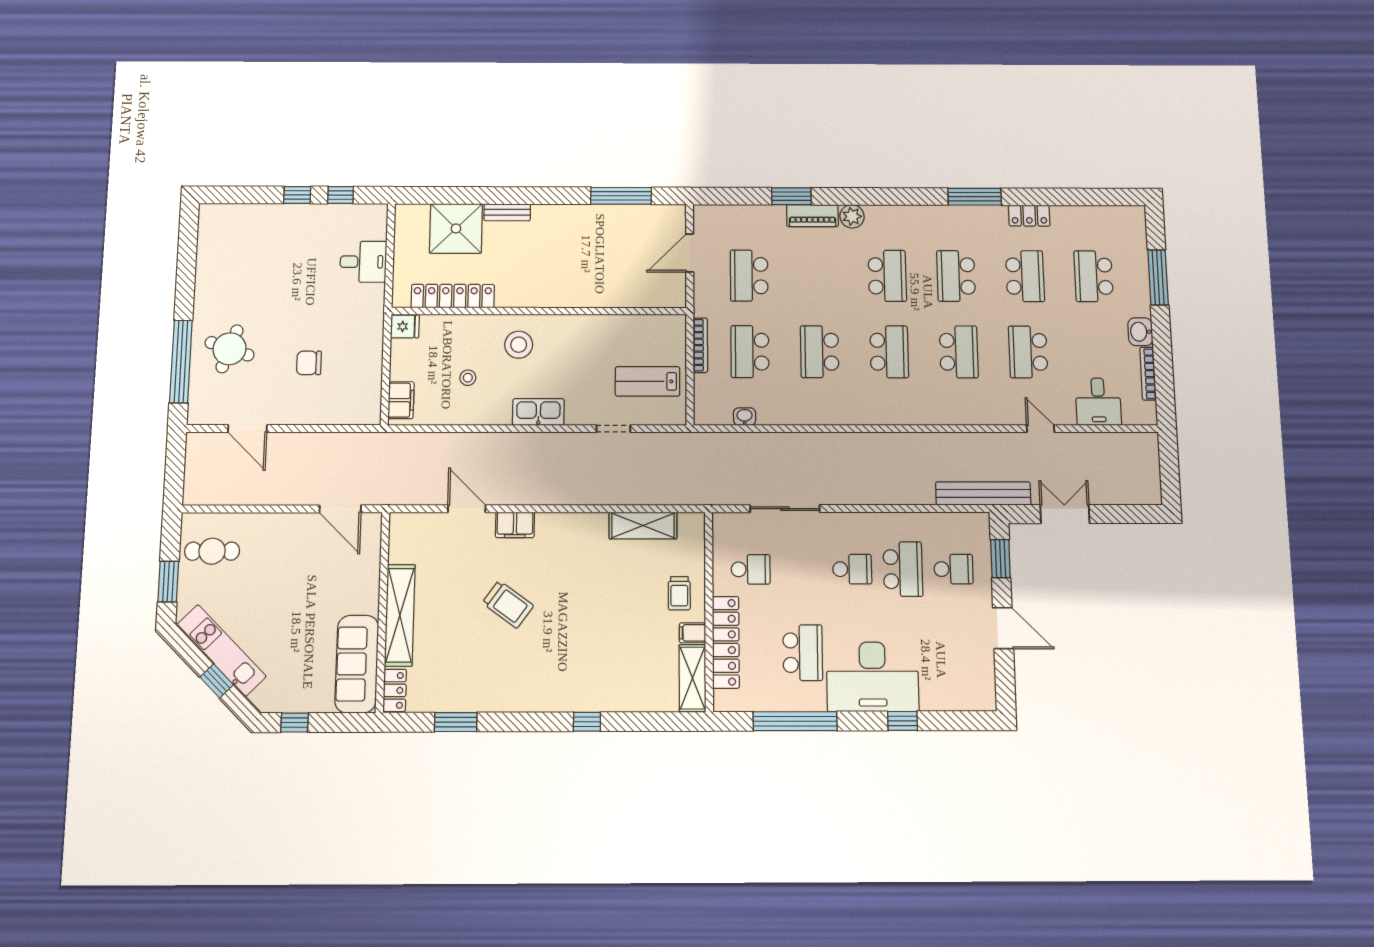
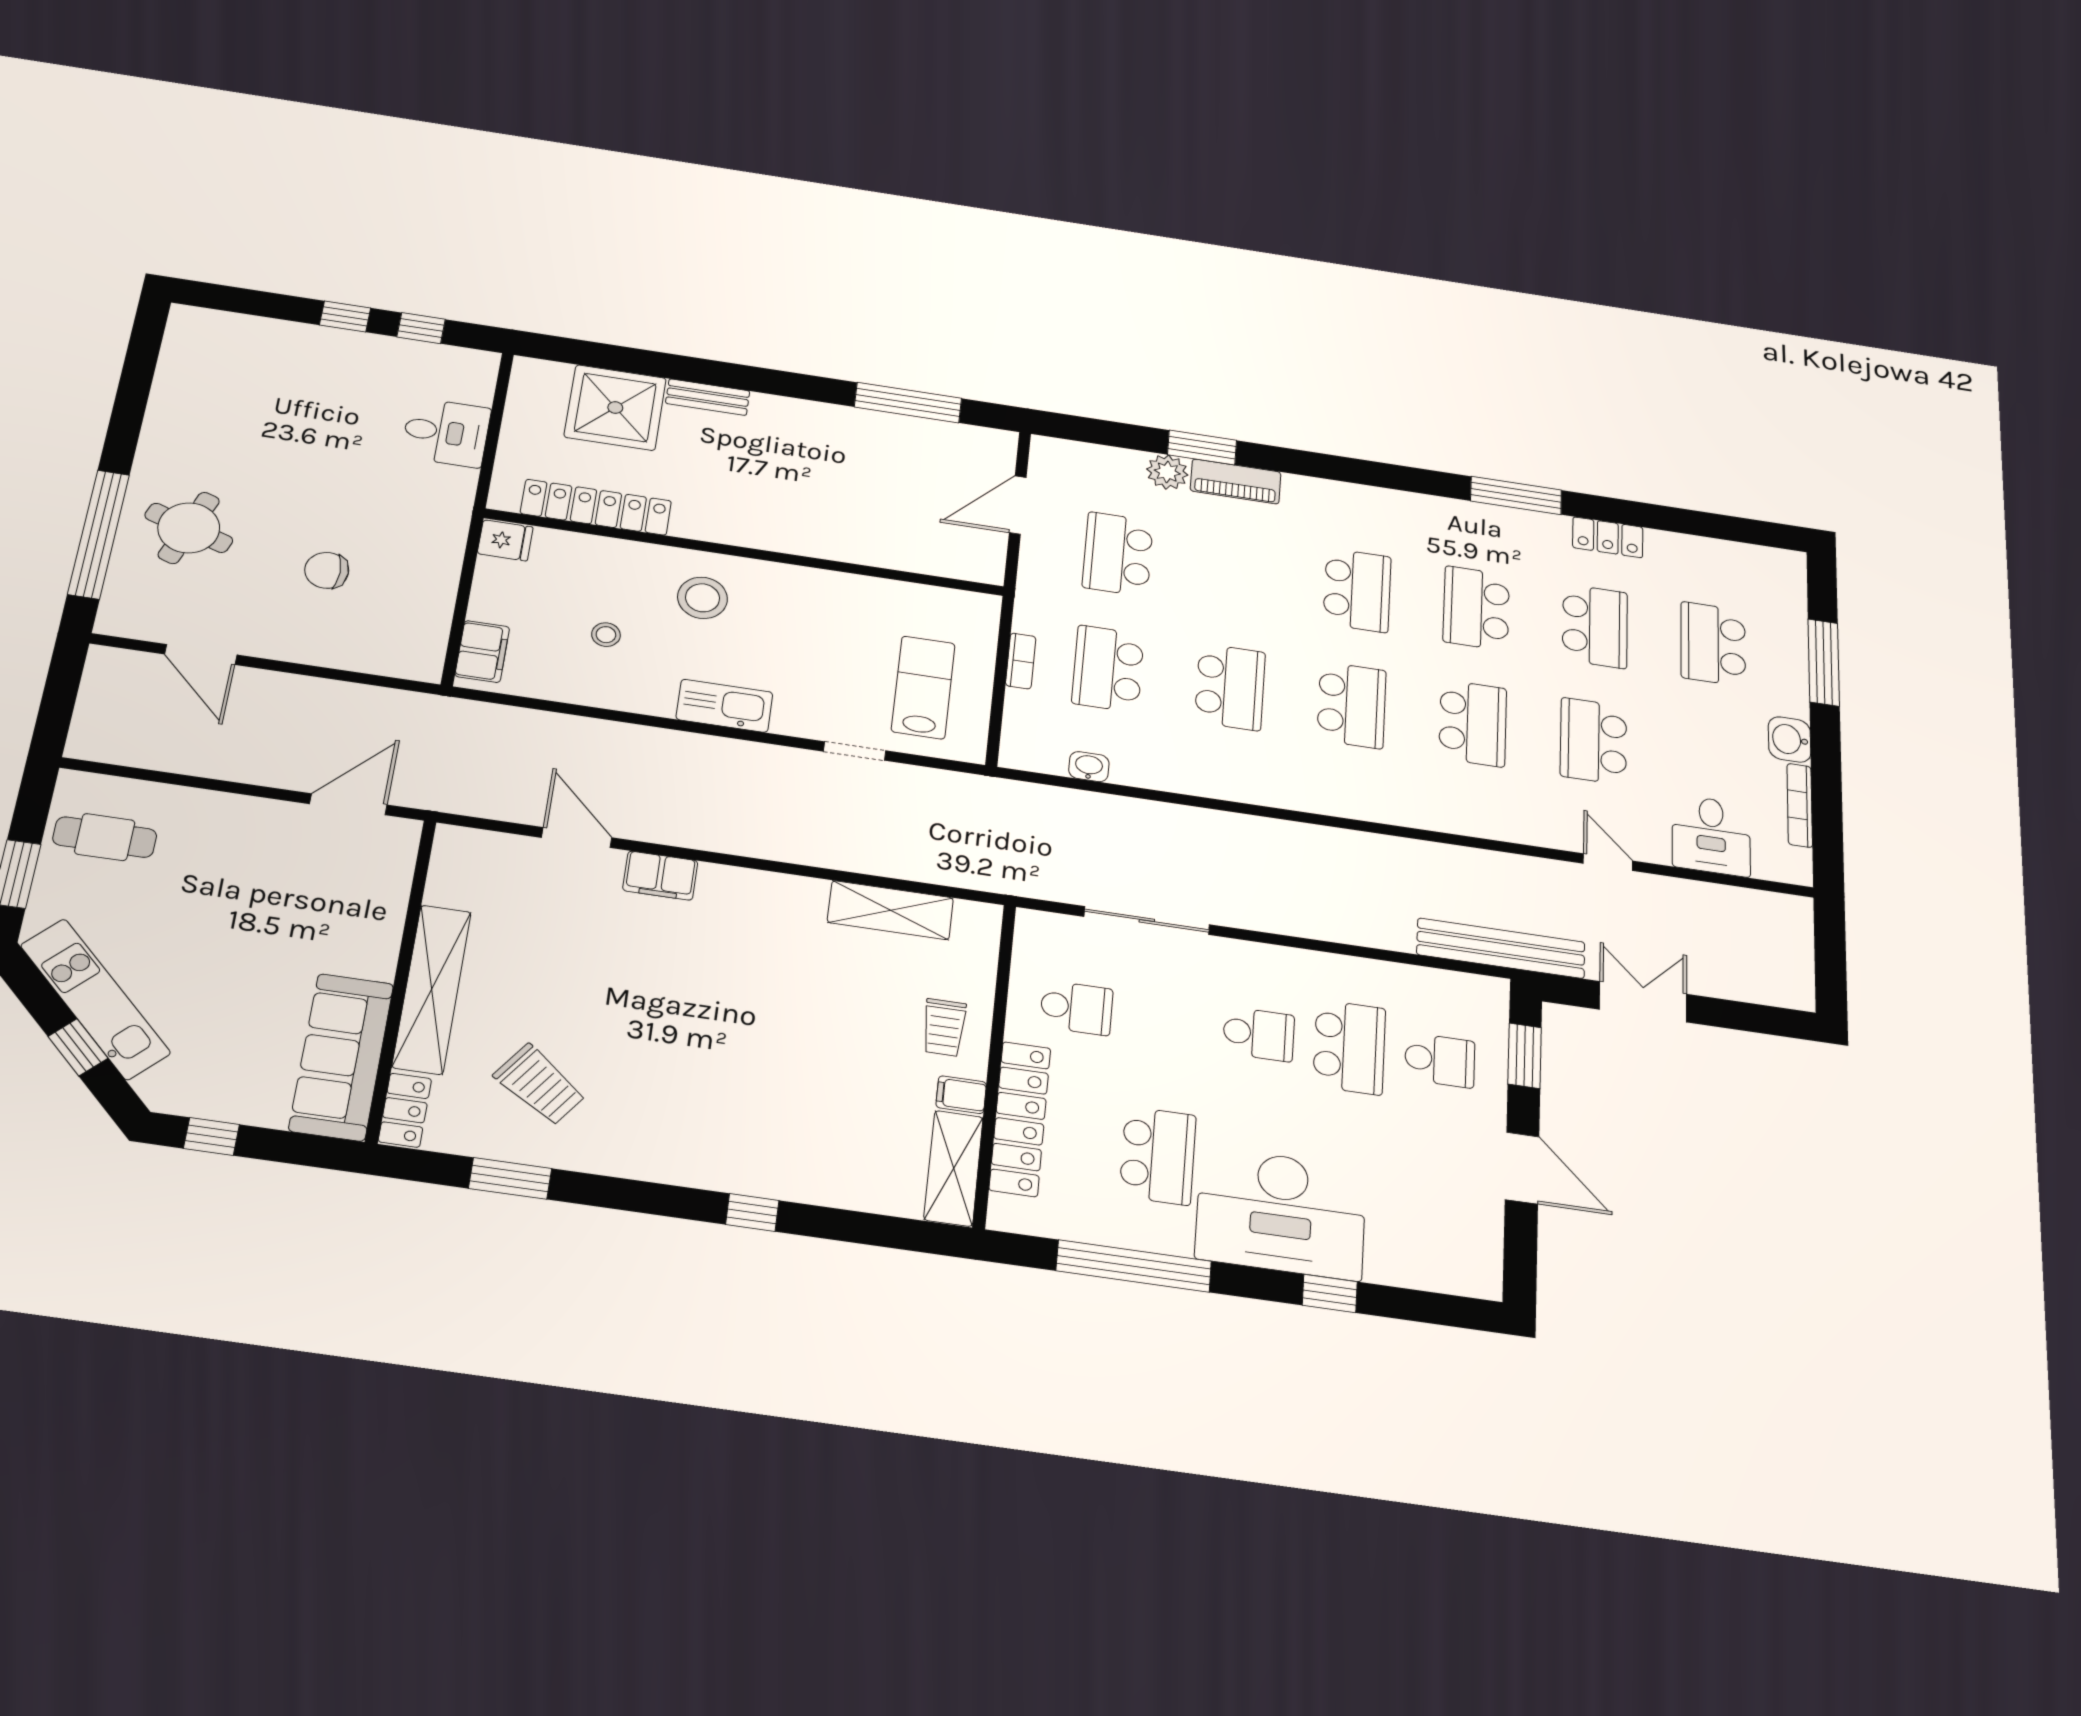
plant: (852, 216) -> (1167, 472), moved
bookcase: (700, 345) -> (1021, 661), width x0.64
school desk: (820, 352) -> (1230, 687), turned 180
lab bench: (647, 381) -> (923, 687), turned 90
door: (340, 509) -> (348, 804), swing flipped
trolley: (508, 604) -> (540, 1085), moved

